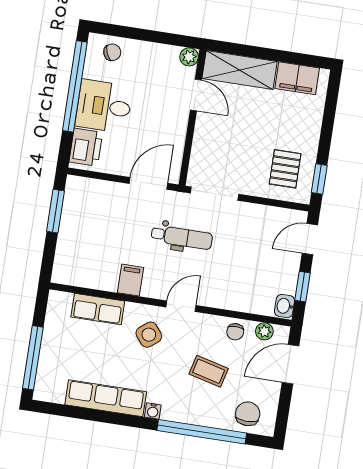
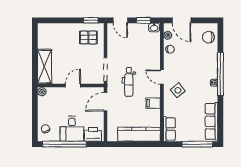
filing cabinet: (297, 78) -> (44, 38), removed
door: (196, 95) -> (73, 86), moved
door: (148, 183) -> (105, 102), hinge flipped
window: (56, 211) -> (126, 144), removed
dental chair: (182, 237) -> (129, 82), turned 180
kitchen counter: (71, 241) -> (139, 134), added
row of seats: (98, 309) -> (169, 129), moved
coffee table: (209, 371) -> (191, 59), removed
row of seats: (106, 398) -> (211, 121), moved
window: (202, 432) -> (220, 74), moved

